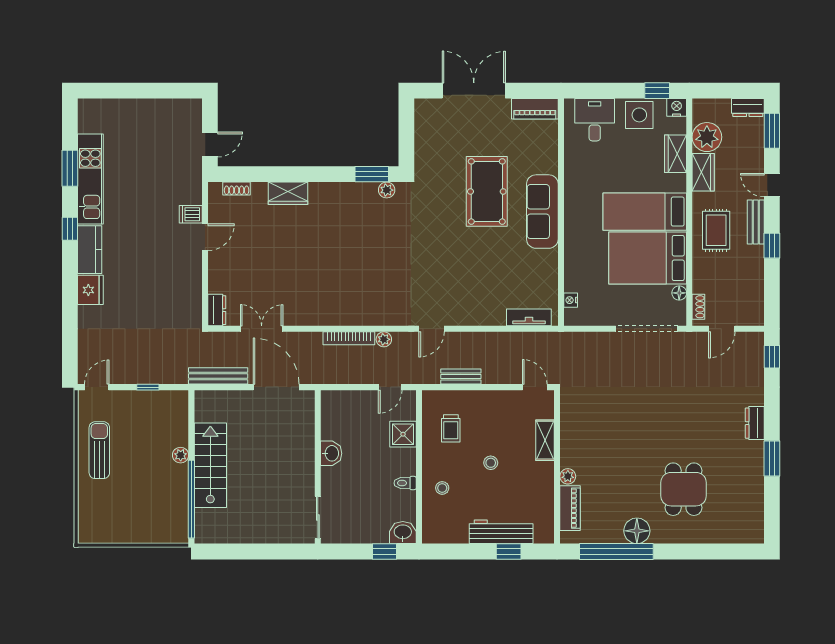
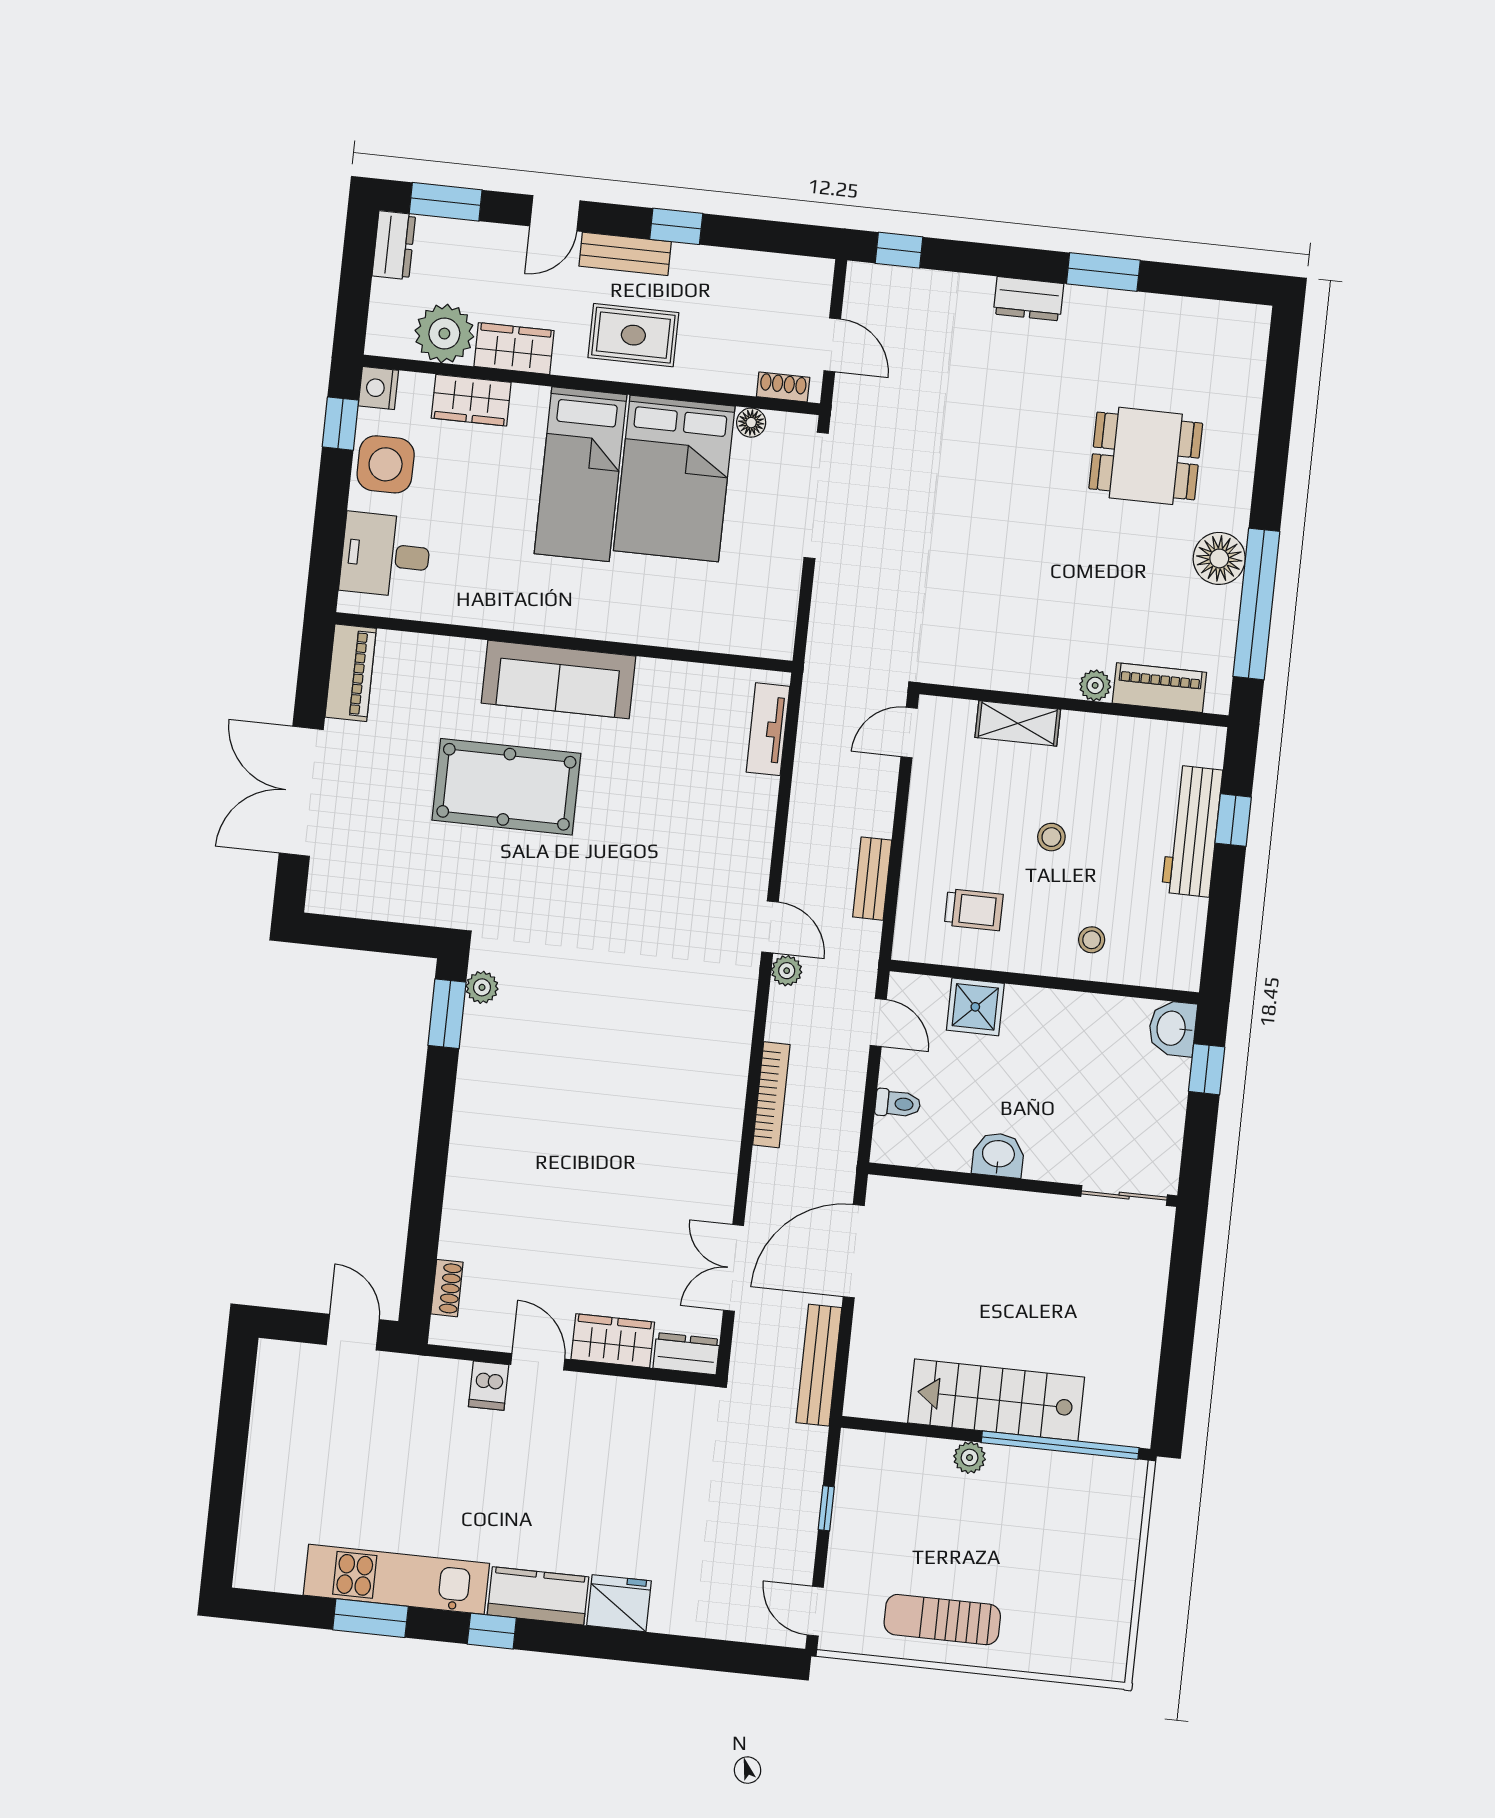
wardrobe: (288, 193) -> (613, 1341), moved, turned -90
nightstand: (571, 300) -> (742, 642), removed
plant: (384, 339) -> (787, 971), moved
toilet: (405, 483) -> (898, 1104), moved, turned -90

